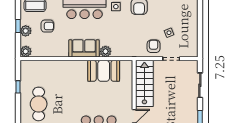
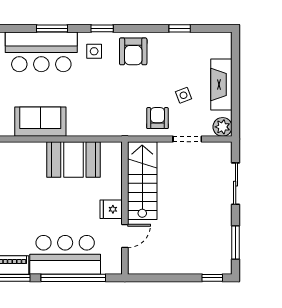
fireplace: (192, 26) -> (221, 84), added
plant: (105, 51) -> (223, 127), moved
fridge: (126, 100) -> (111, 209), added

